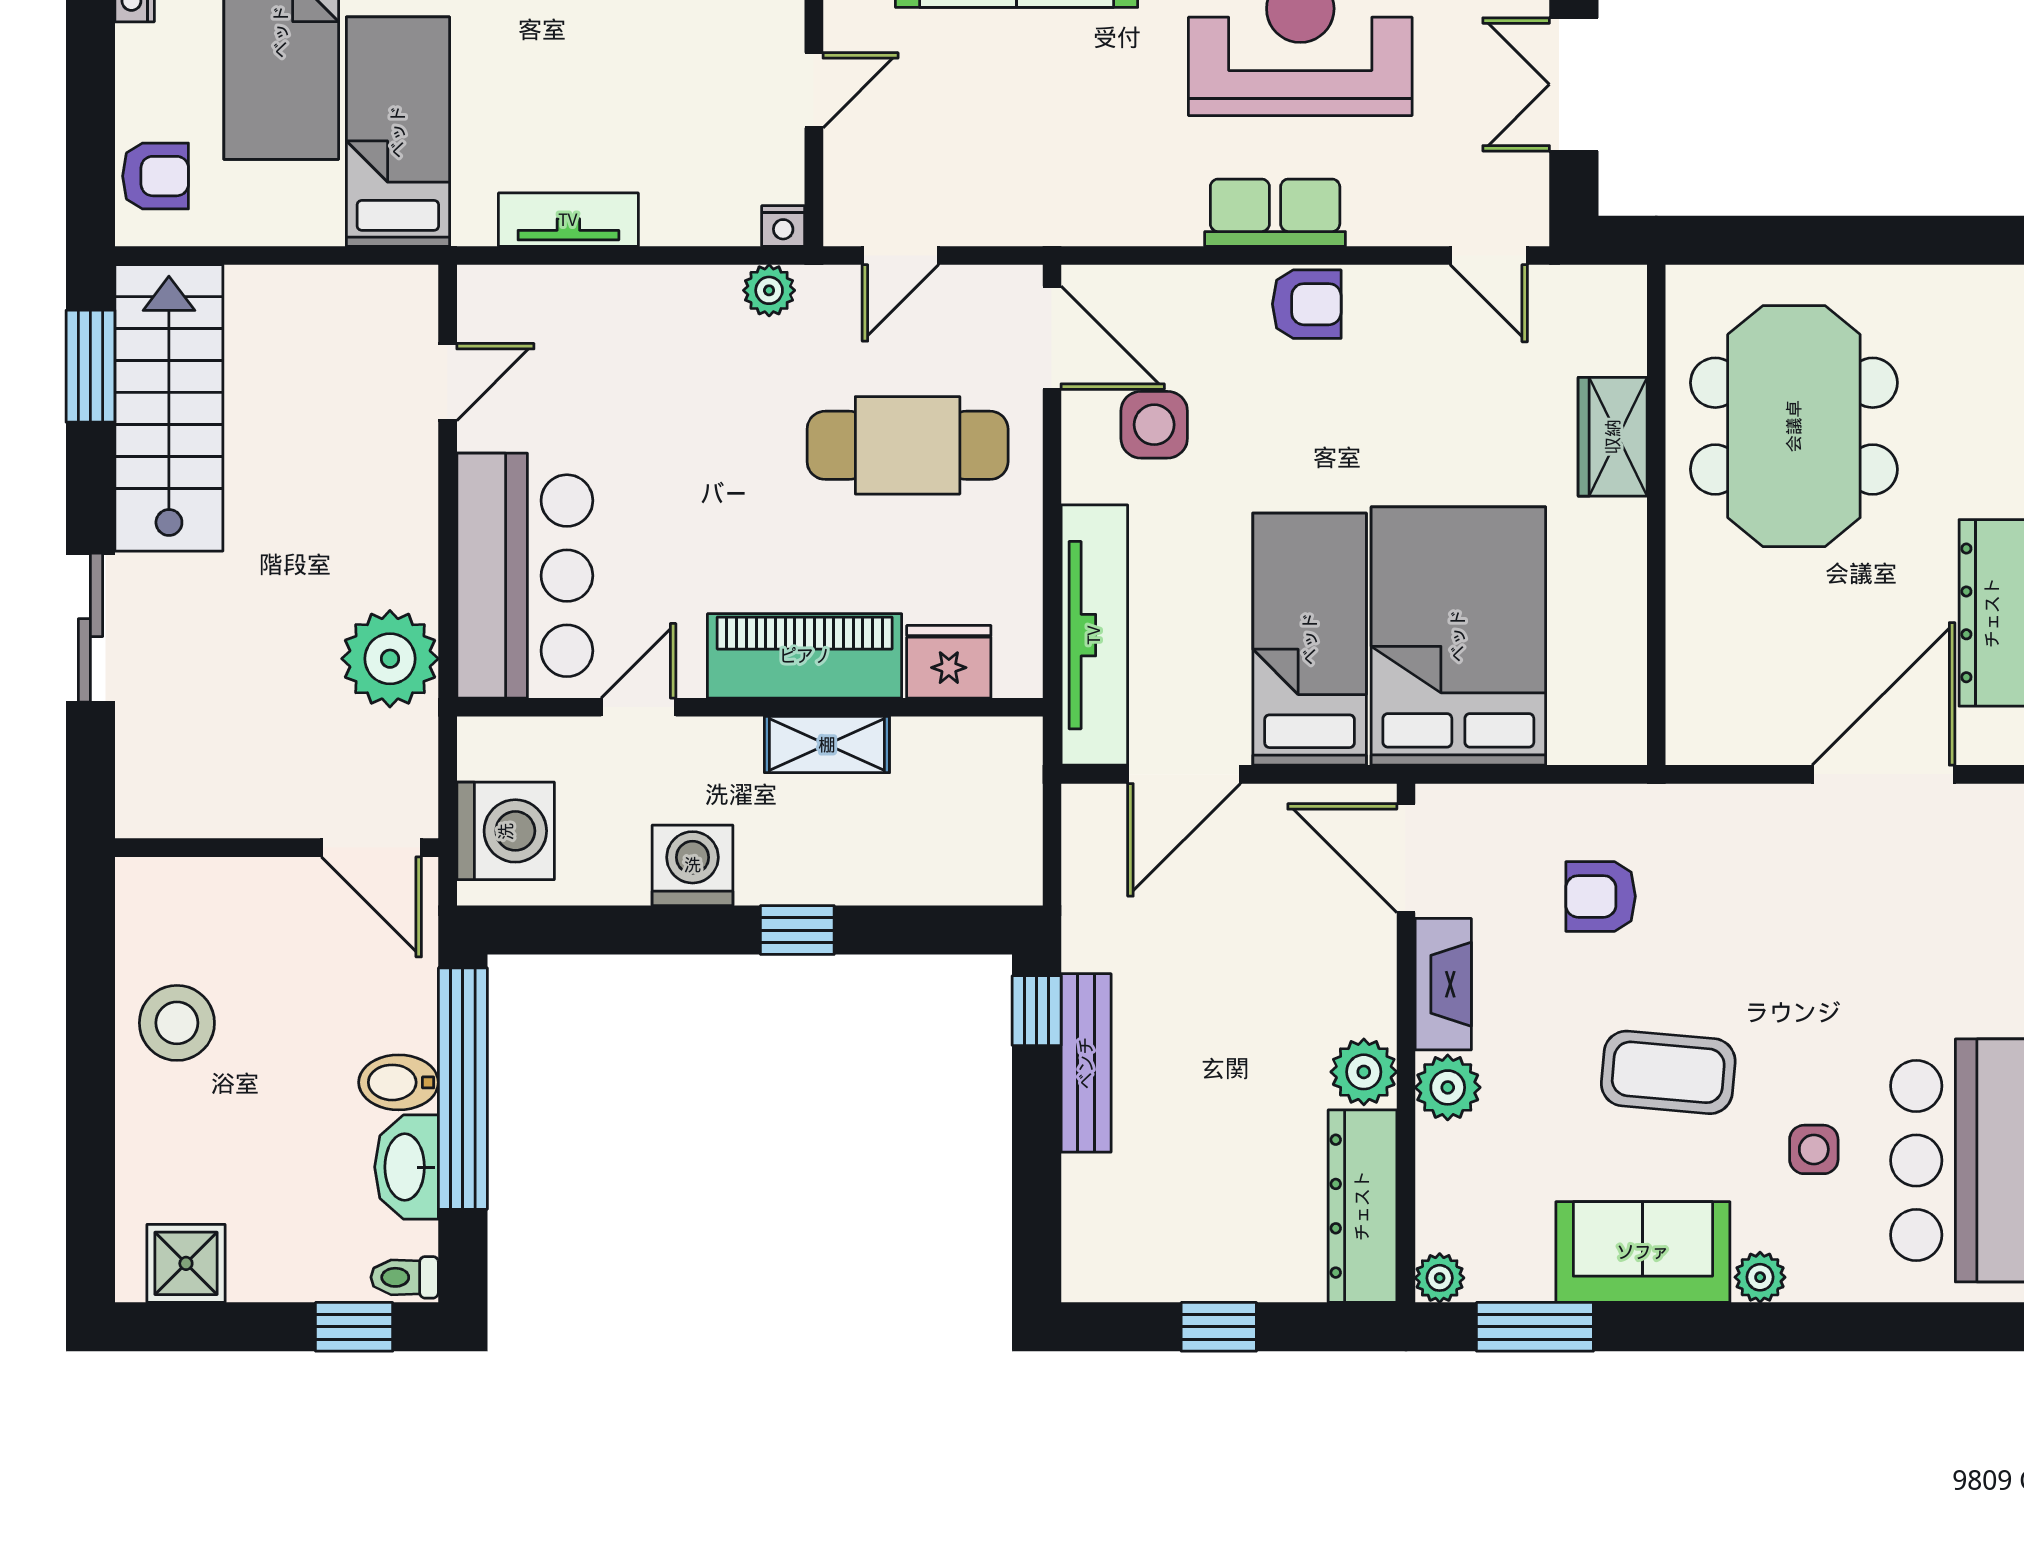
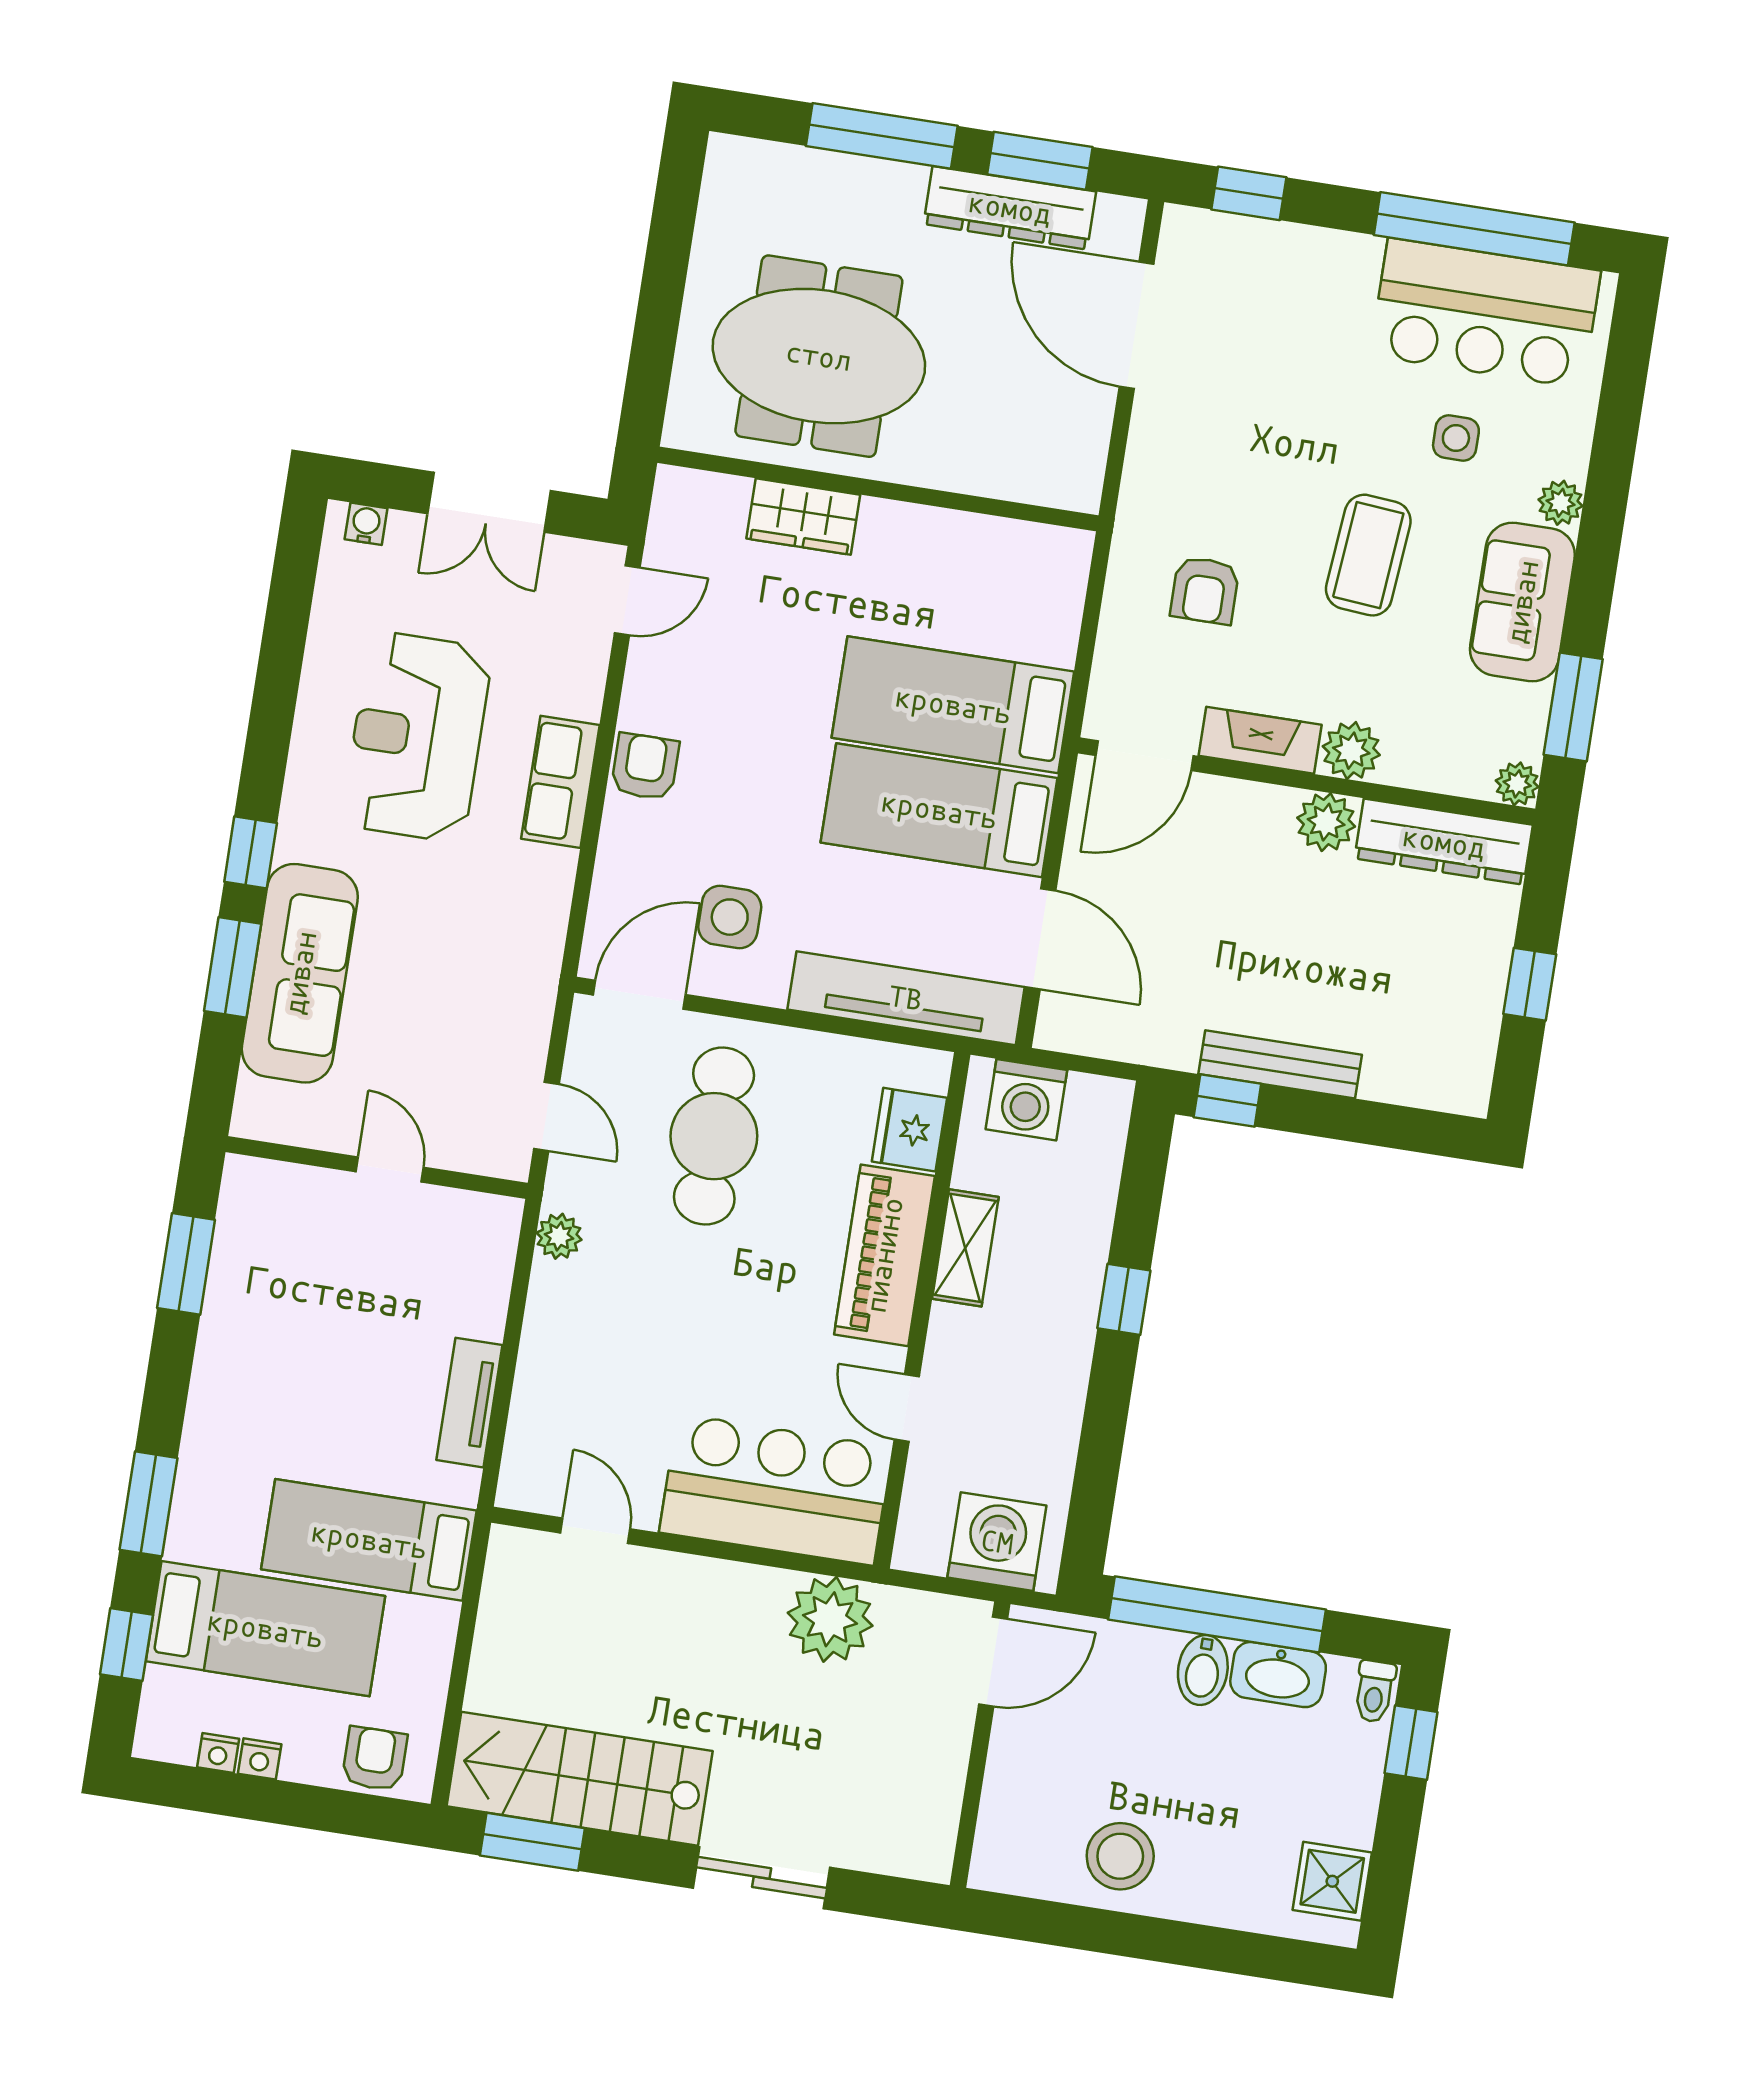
nightstand: (783, 226) -> (260, 1759), moved, turned 90
bed: (1458, 636) -> (953, 705), width x0.67
washing machine: (693, 865) -> (1026, 1100), moved, turned -90

